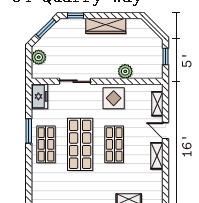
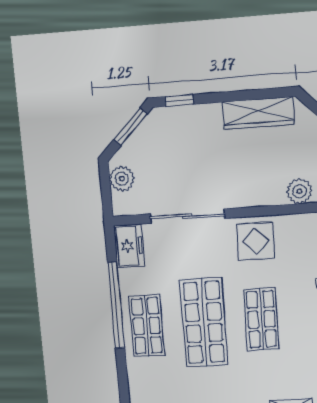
wardrobe: (106, 26) -> (258, 113), moved
plant: (125, 71) -> (299, 191), moved
sliding door: (75, 81) -> (187, 216), width x1.37
window: (29, 131) -> (116, 305), width x2.11

